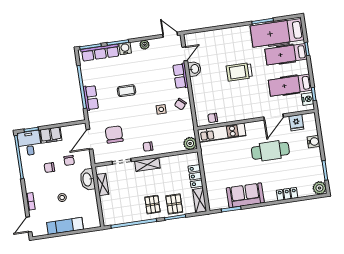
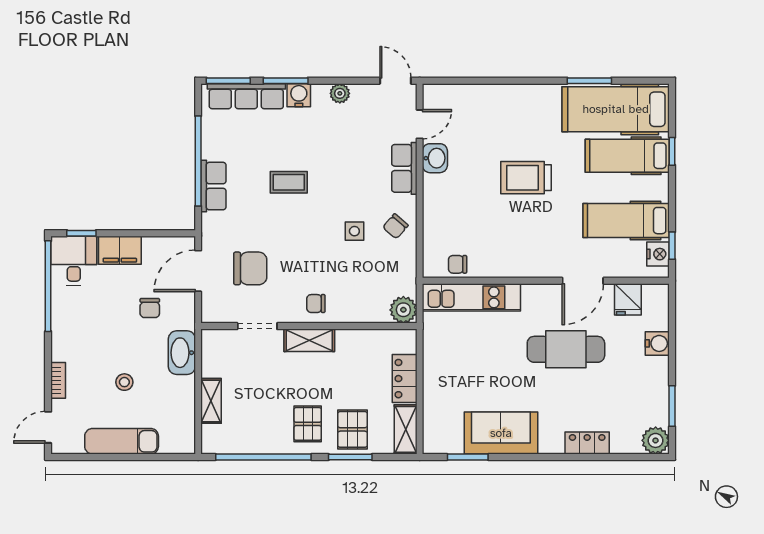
chair: (114, 134) -> (250, 268), turned 90
chair: (49, 168) -> (107, 317), removed
shelving: (102, 184) -> (211, 401), moved

